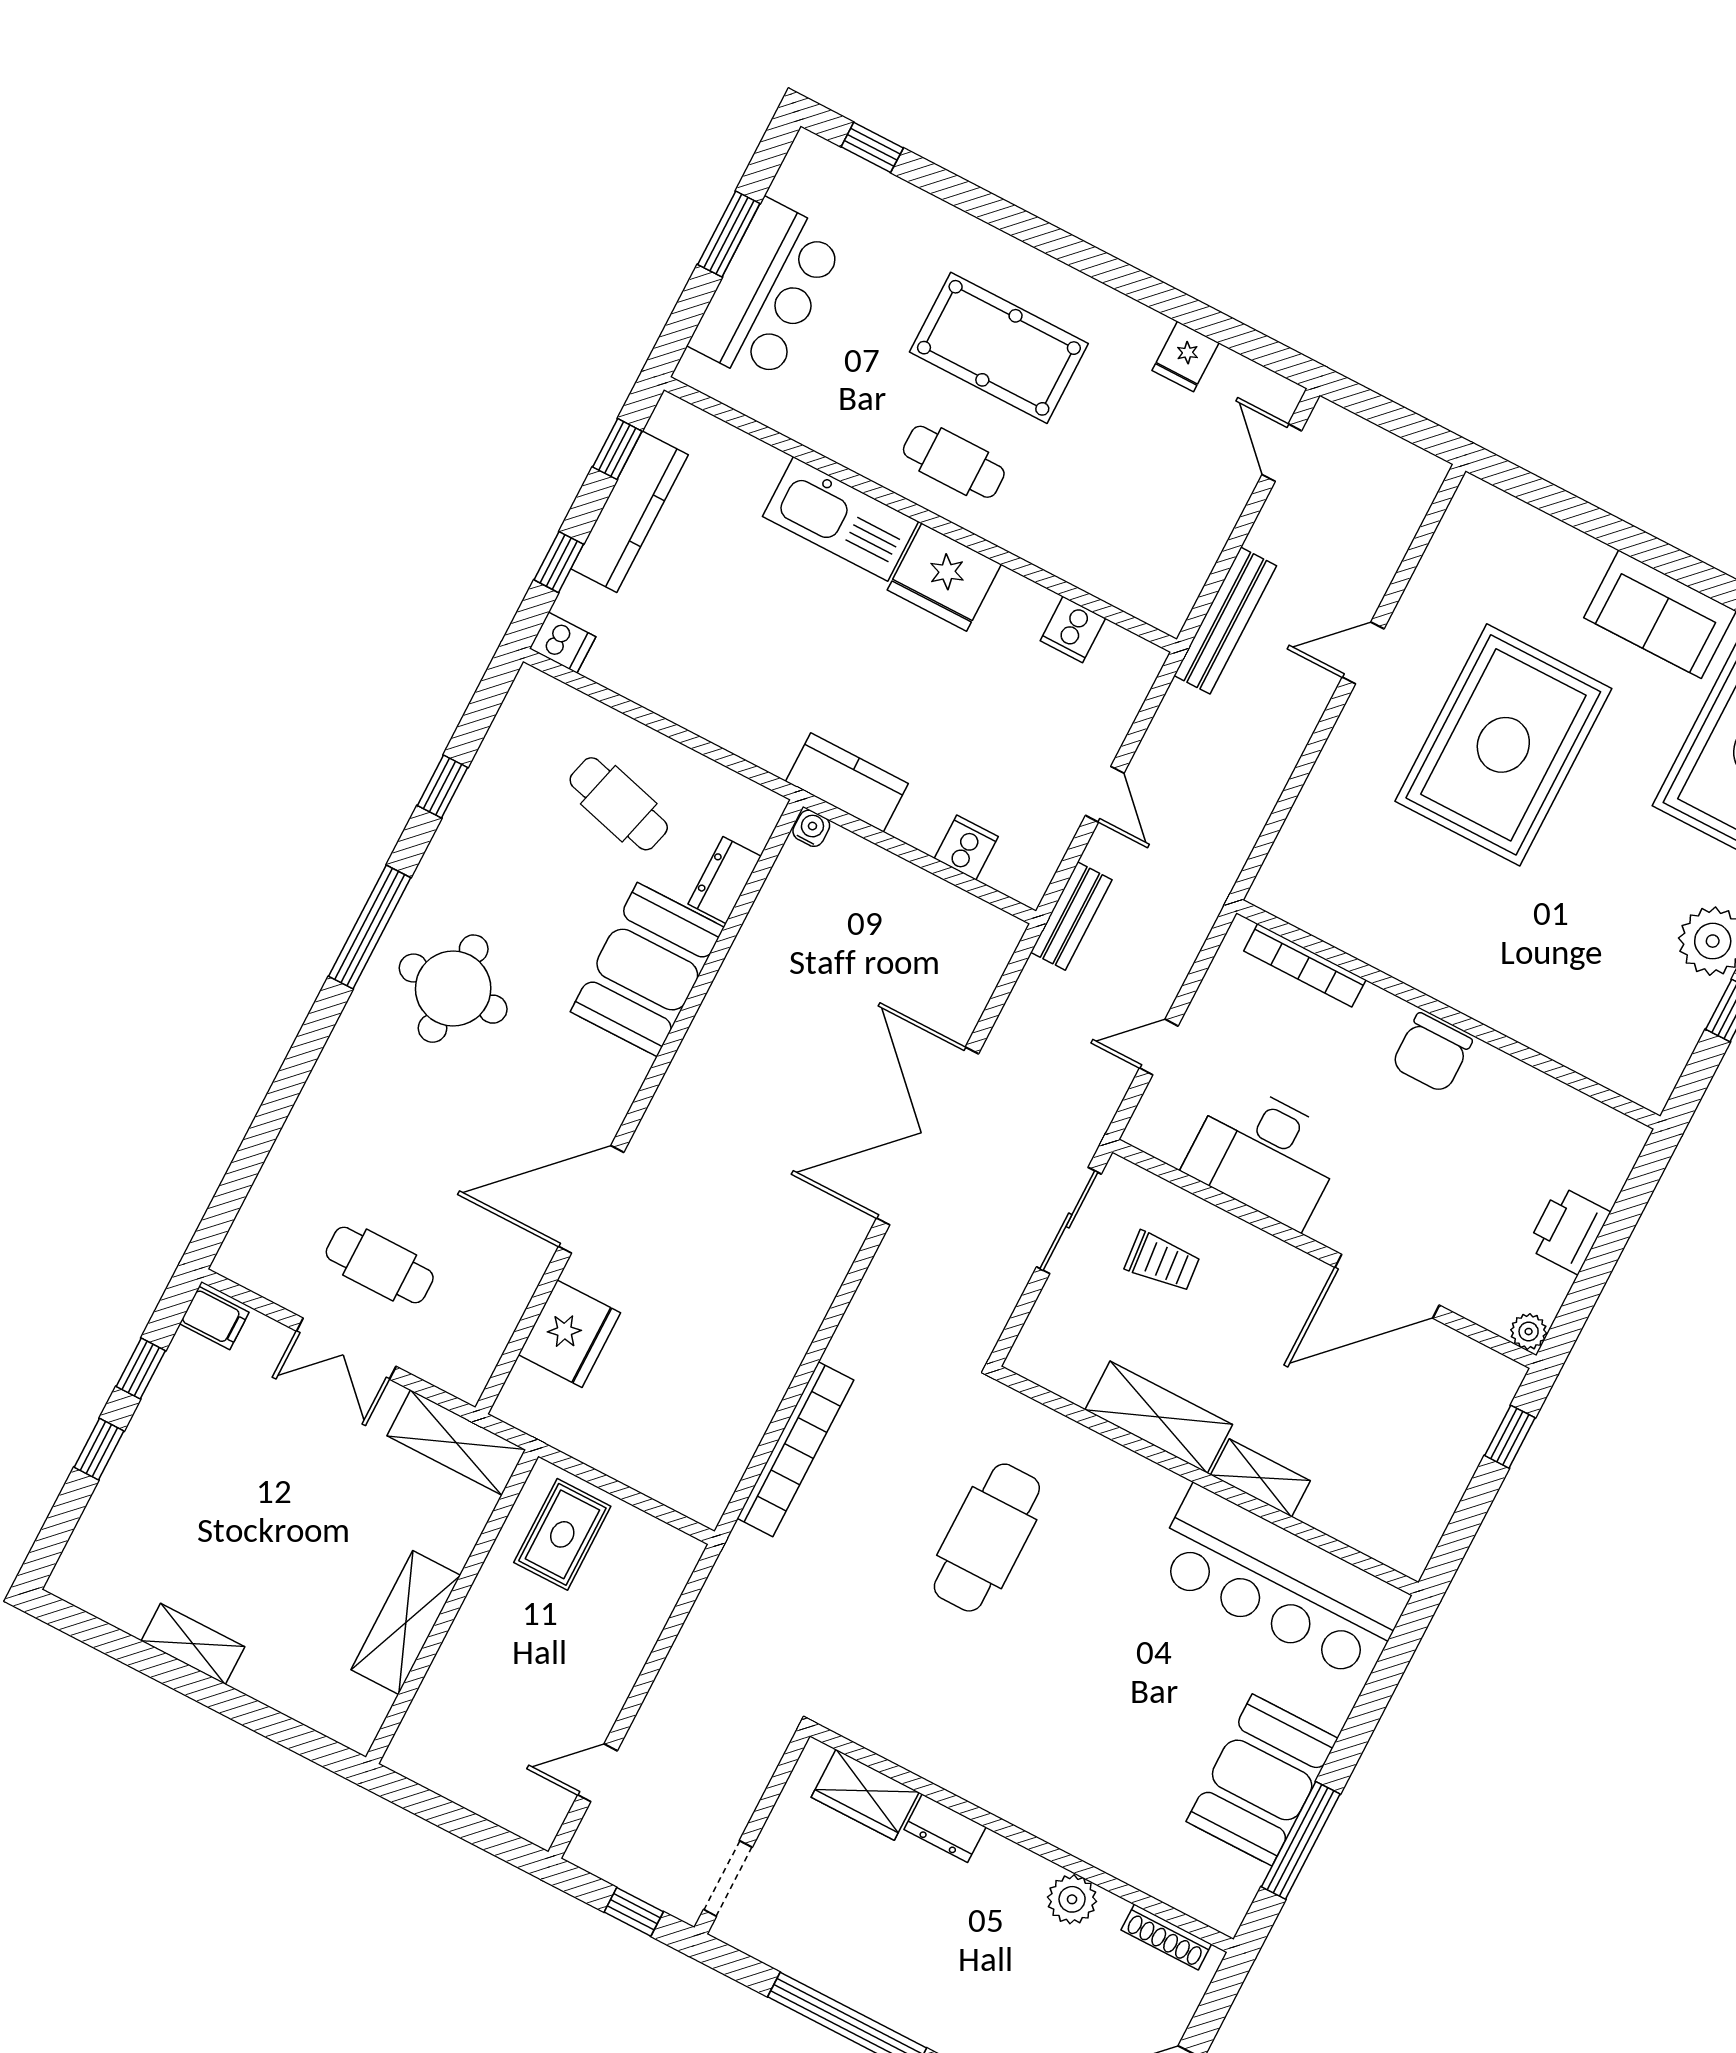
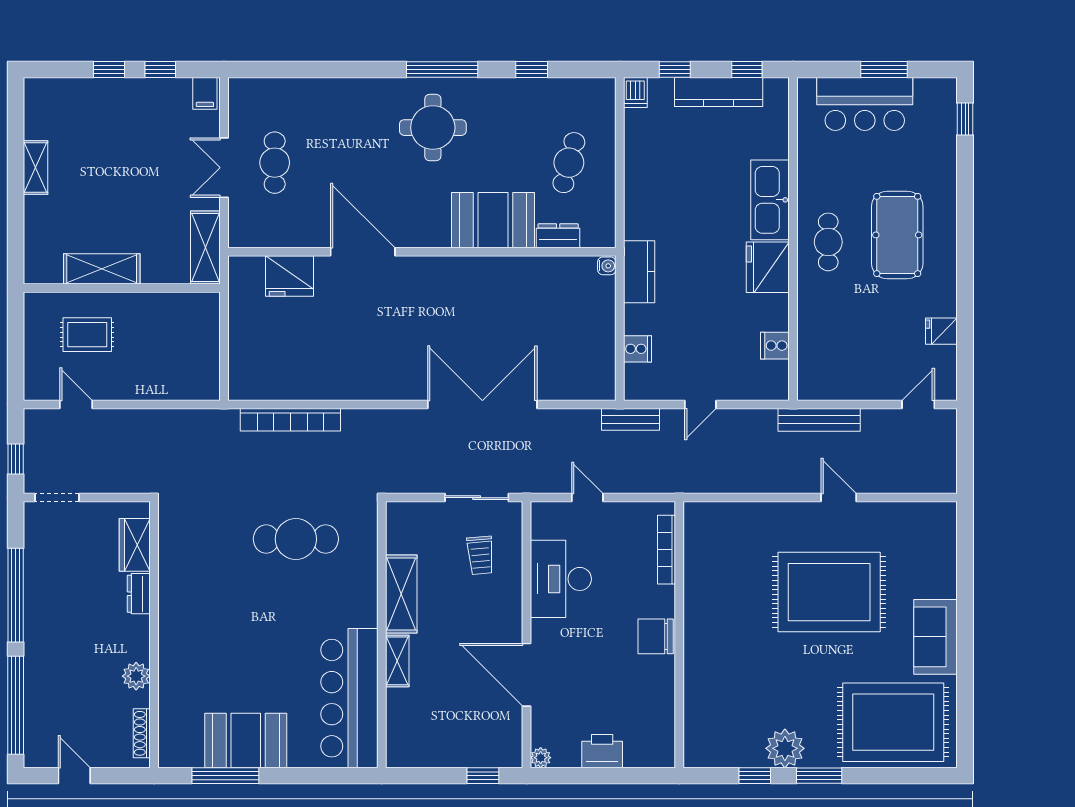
rug: (562, 1534) -> (87, 335), moved

